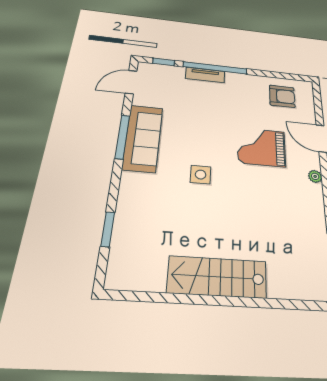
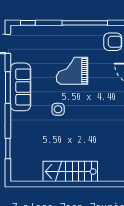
window: (215, 68) -> (85, 23), moved
tv unit: (205, 75) -> (58, 30), removed
grand piano: (261, 147) -> (72, 71), moved

